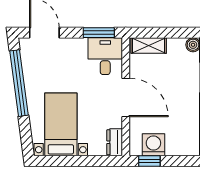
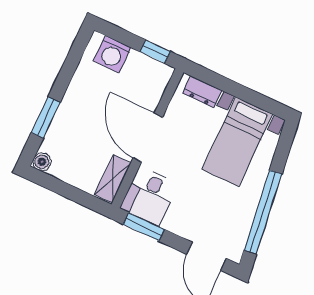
shelving: (149, 46) -> (113, 179), moved, turned 90
dresser: (115, 142) -> (202, 92), moved, turned 90
washing machine: (153, 145) -> (112, 54), moved

